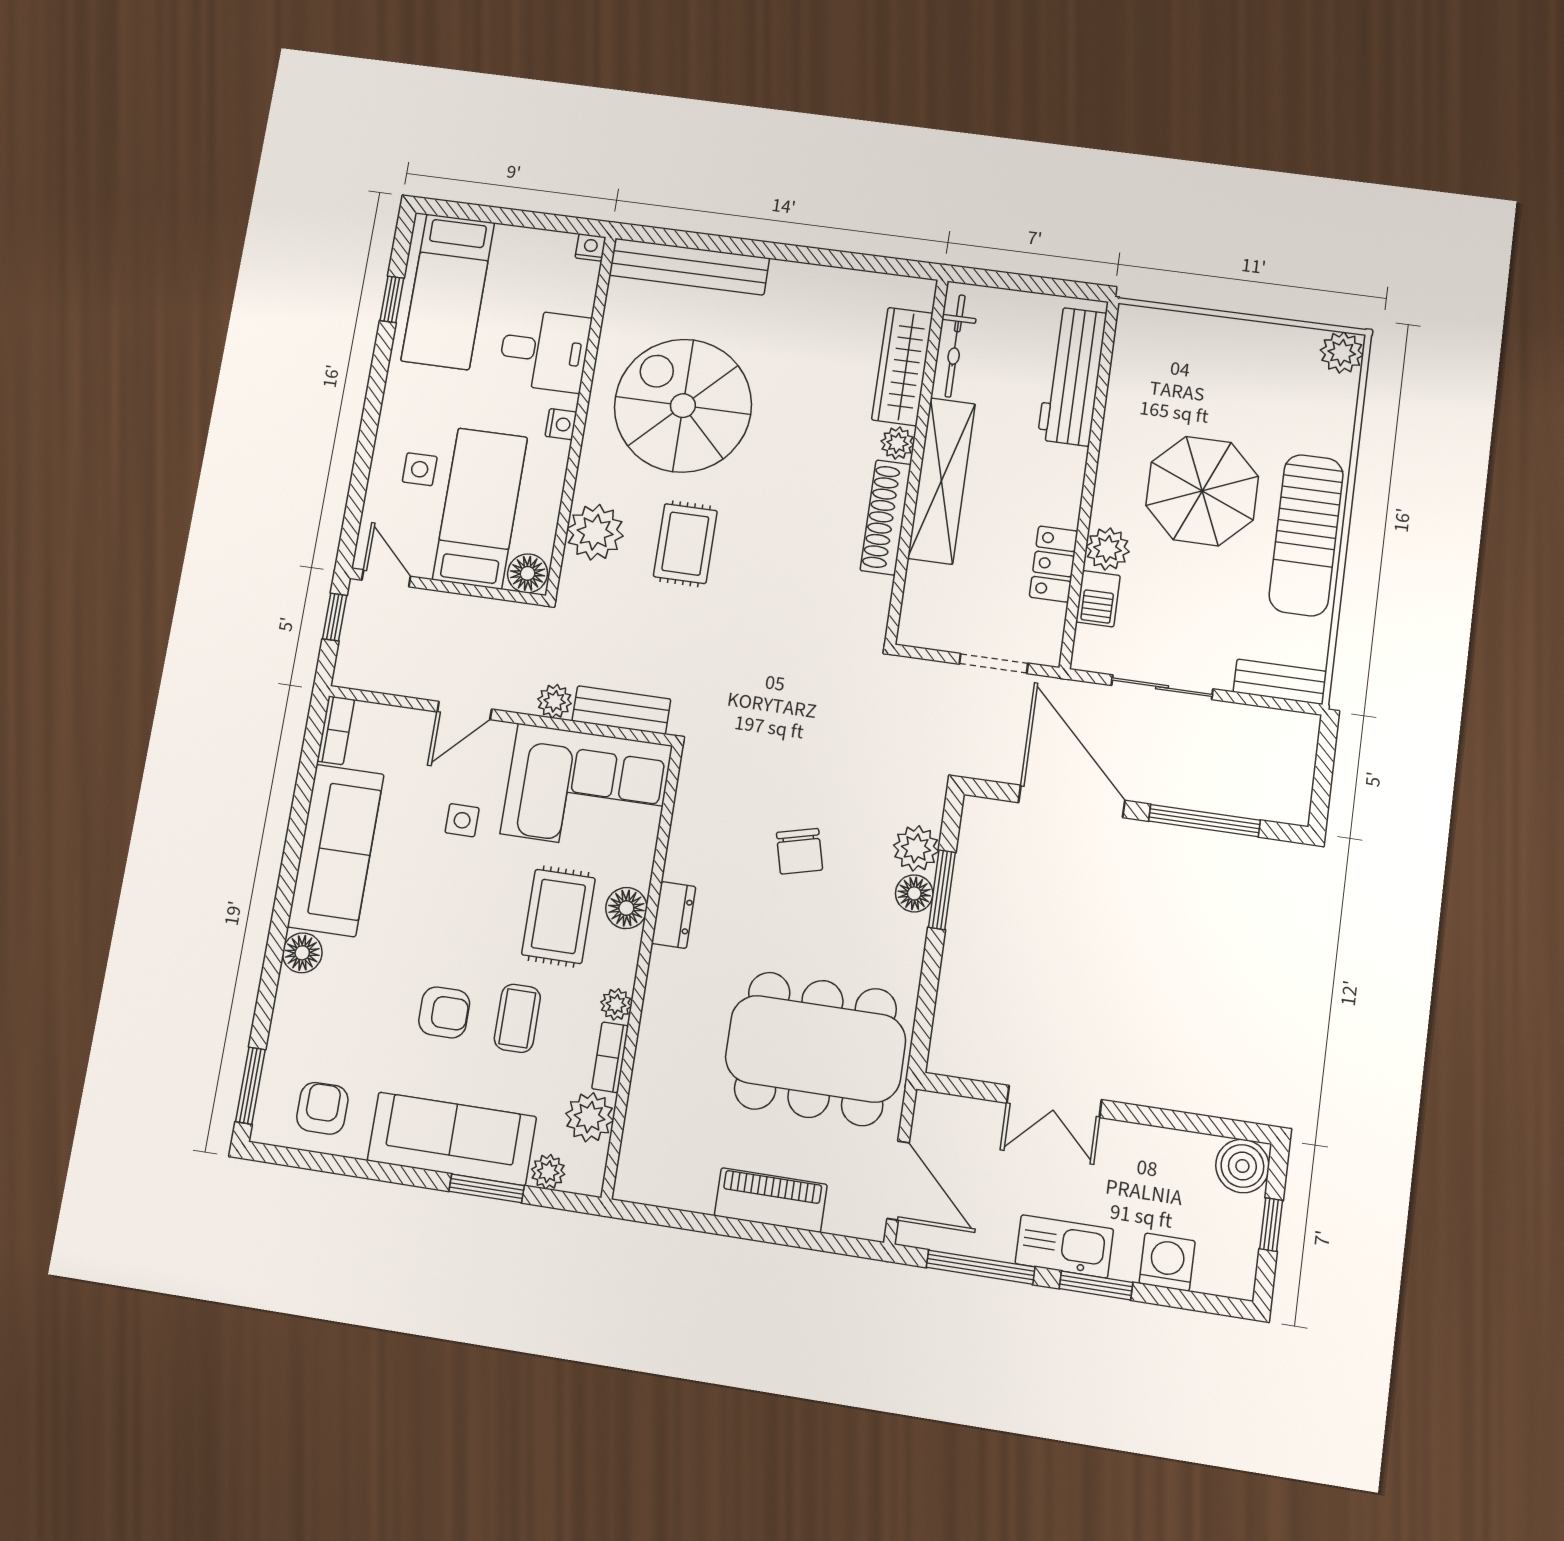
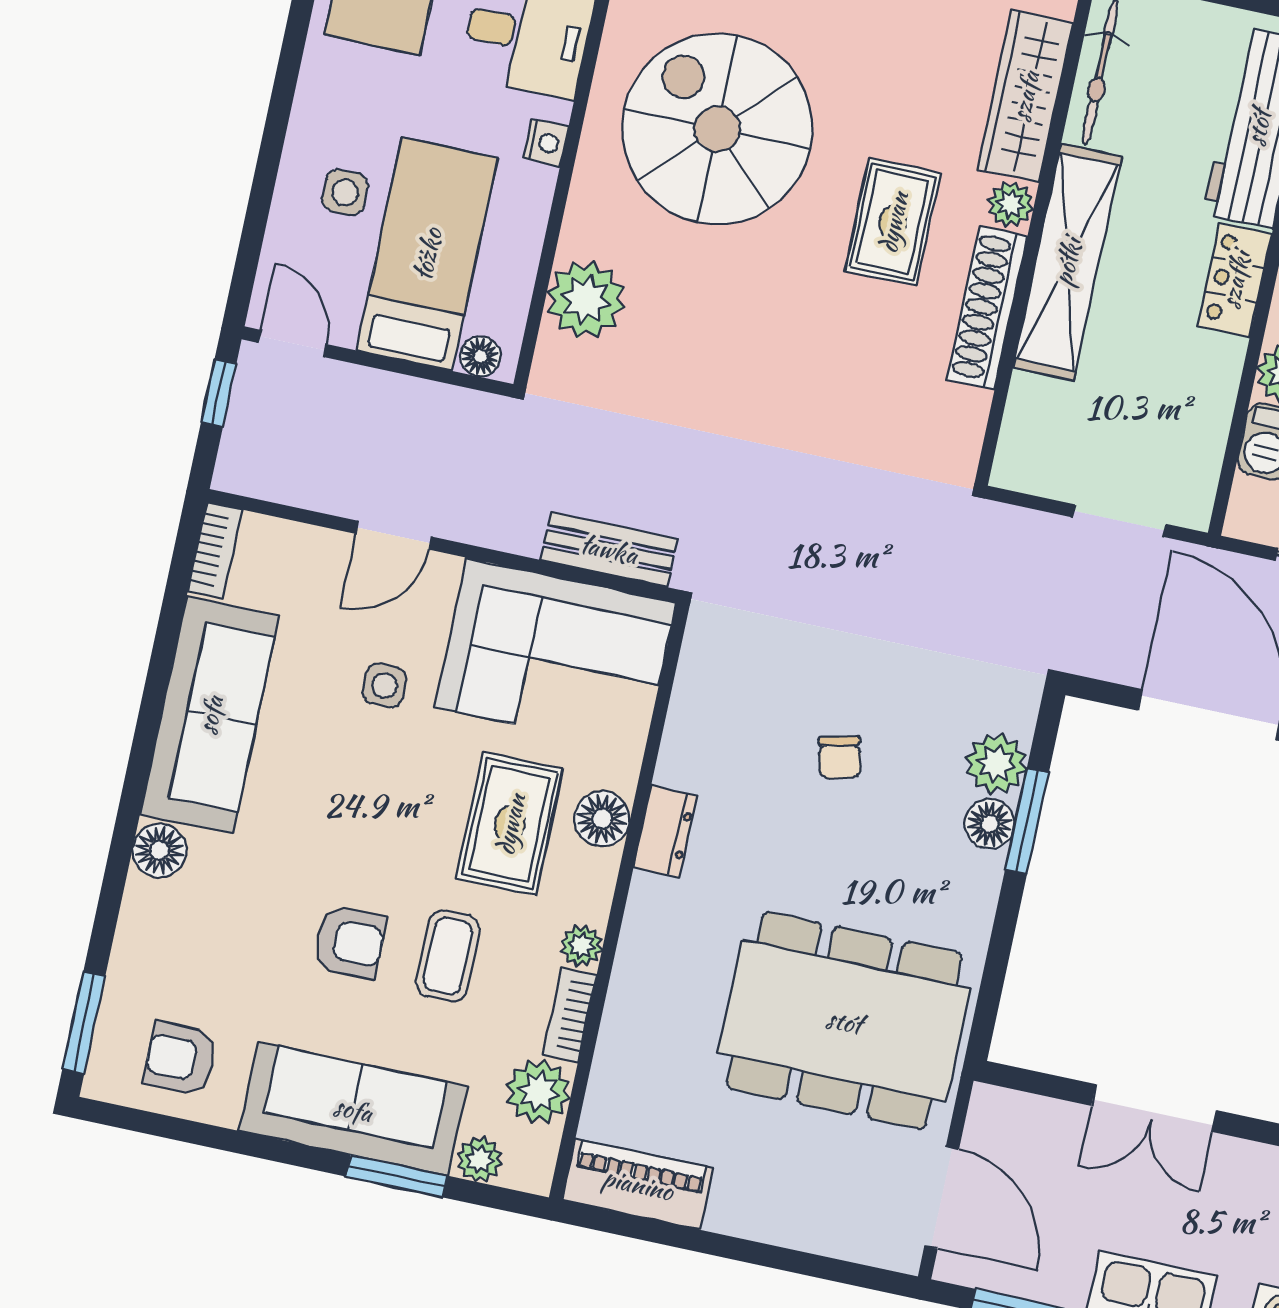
rug: (685, 544) -> (893, 222), moved
locker: (1054, 564) -> (1235, 280), moved
floor lamp: (528, 573) -> (480, 356), width x0.73, depth x0.73
plant: (555, 701) -> (518, 531), removed
chair: (799, 851) -> (840, 757), width x0.73, depth x0.73
armchair: (322, 1108) -> (180, 1058), turned -90
piano: (771, 1200) -> (638, 1184), moved

